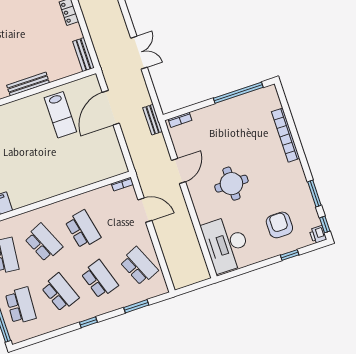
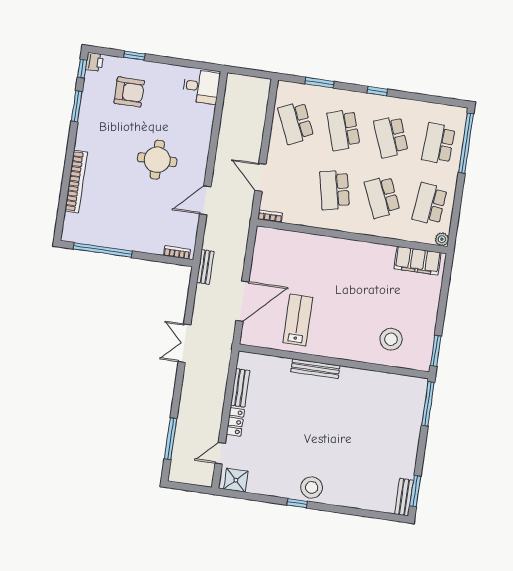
bench: (83, 55) -> (240, 388), moved
armchair: (279, 225) -> (129, 92), turned -90
desk: (226, 244) -> (201, 87), width x0.53, depth x0.77

